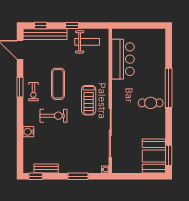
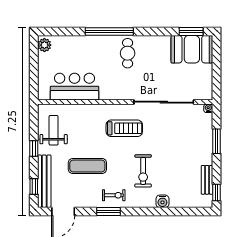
plant: (157, 34) -> (44, 45), added
exercise mat: (58, 84) -> (87, 166), moved
exercise bike: (54, 116) -> (143, 171), turned 180

